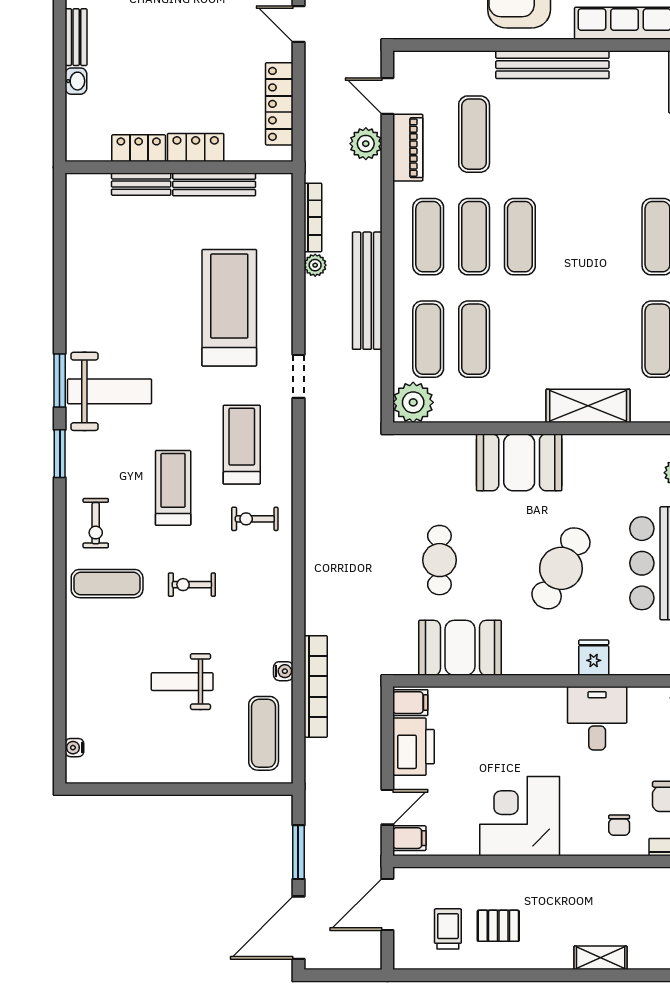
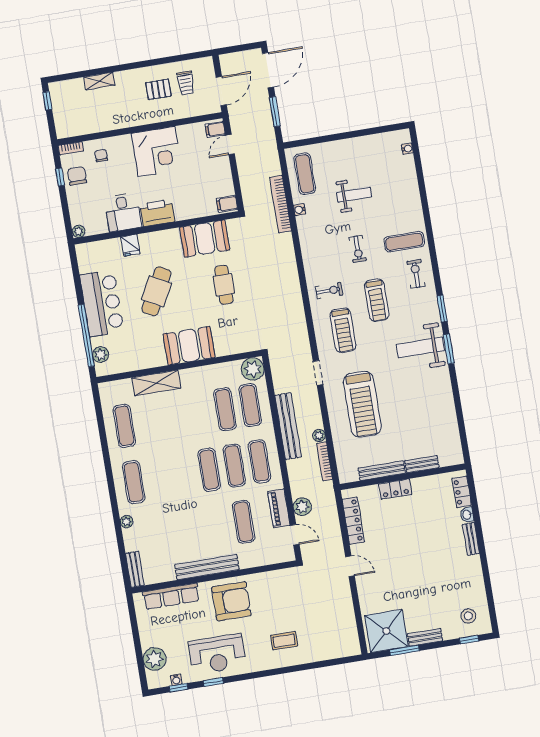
locker: (139, 148) -> (462, 492), moved, turned 90
exercise bike: (192, 585) -> (358, 249), turned 90
printer: (414, 747) -> (157, 213), moved, turned 90

